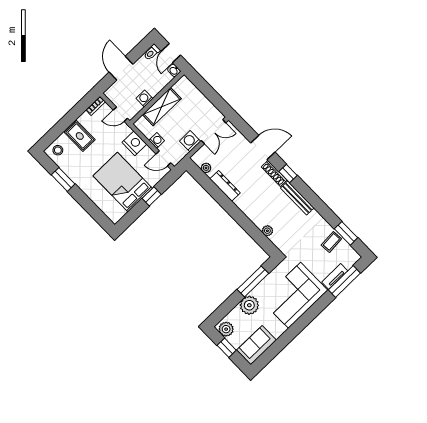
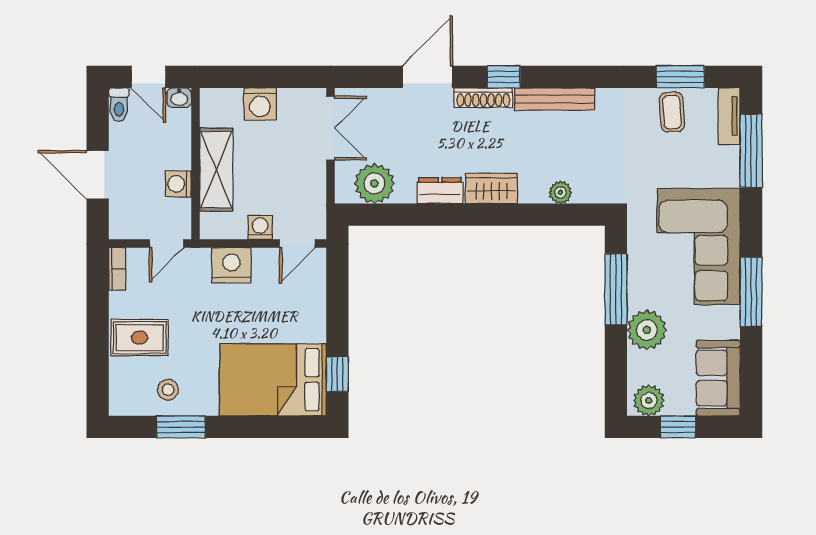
washing machine: (190, 141) -> (260, 104), moved, turned -90
stool: (58, 150) -> (168, 390), moved
plant: (206, 168) -> (374, 184), width x1.87, depth x1.87
bed: (123, 182) -> (273, 380), moved
dresser: (225, 186) -> (440, 191), width x0.70
window: (152, 196) -> (337, 374), moved
wardrobe: (246, 206) -> (491, 189), added
tv unit: (335, 276) -> (729, 116), moved
window: (296, 328) -> (751, 292), added

